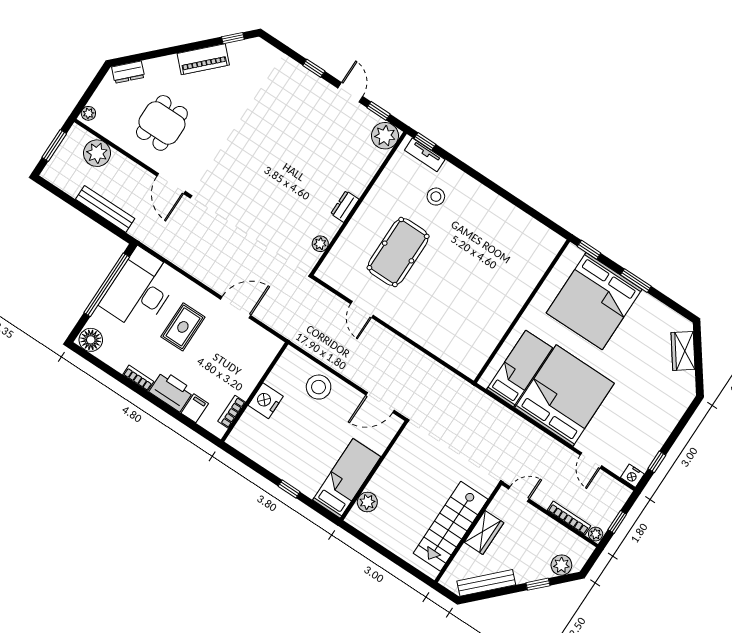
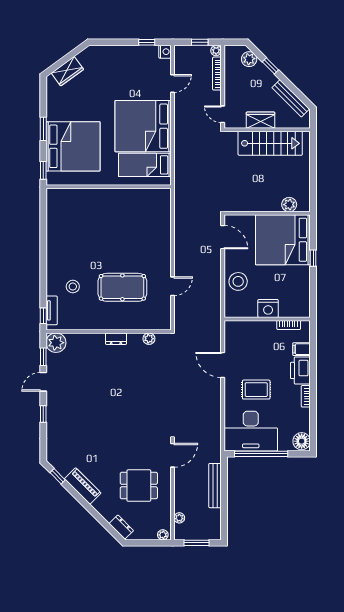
plant: (97, 153) -> (179, 518), width x0.53, depth x0.53
bed: (347, 478) -> (283, 240), width x2.04

